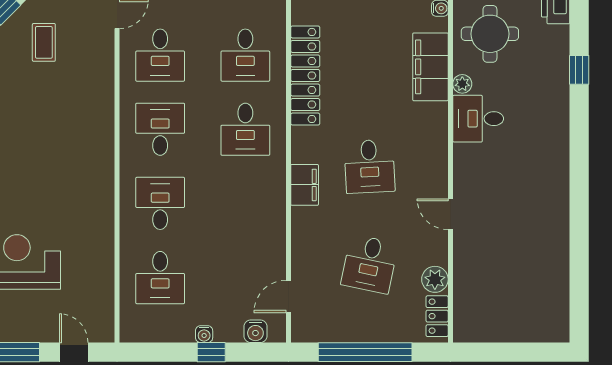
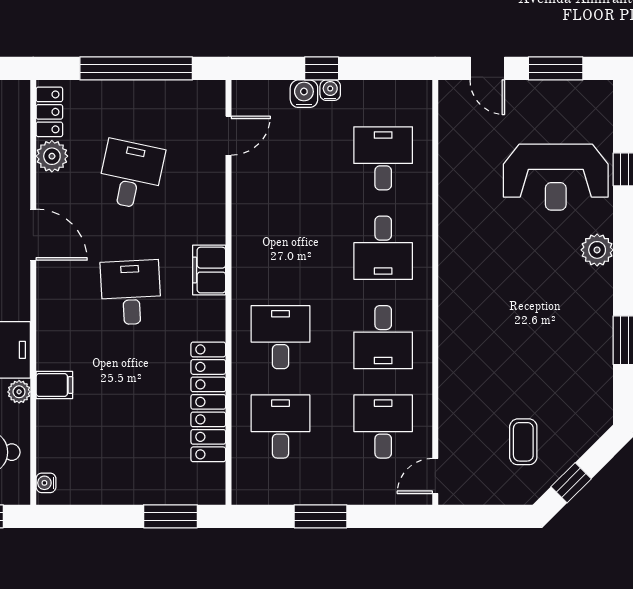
filing cabinet: (430, 67) -> (54, 385), width x0.33, depth x0.86
door: (450, 214) -> (33, 235), width x1.38
water cooler: (255, 331) -> (304, 94), moved

